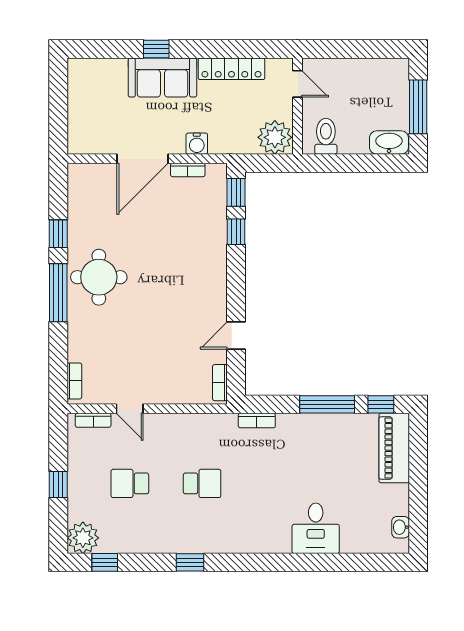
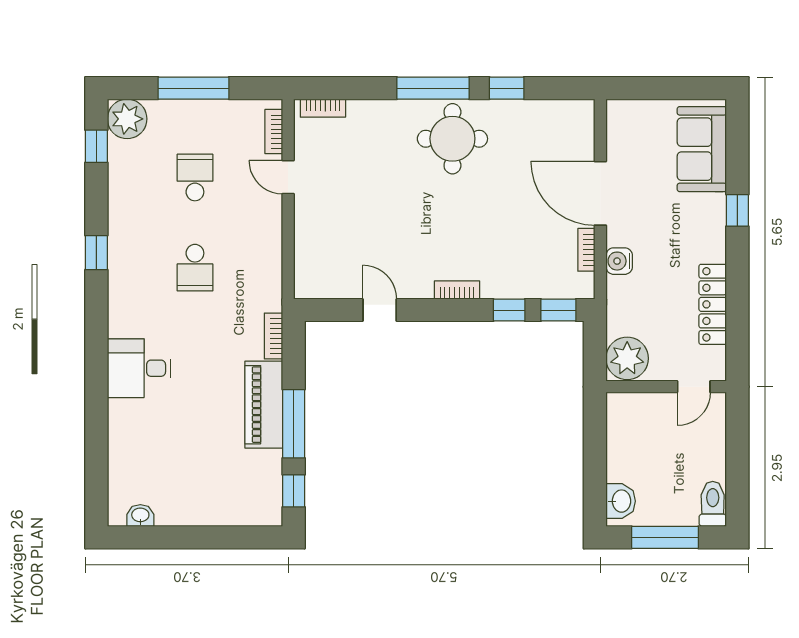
sofa: (162, 77) -> (702, 149), moved
toilet: (326, 136) -> (713, 504), moved, turned -90
washbasin: (389, 142) -> (621, 501), width x0.72
bookcase: (220, 383) -> (457, 290), moved
door: (130, 409) -> (288, 177), hinge flipped
piano: (394, 448) -> (264, 405), moved, turned -90
window: (58, 485) -> (194, 88), width x2.17
desk: (316, 528) -> (139, 368), moved

